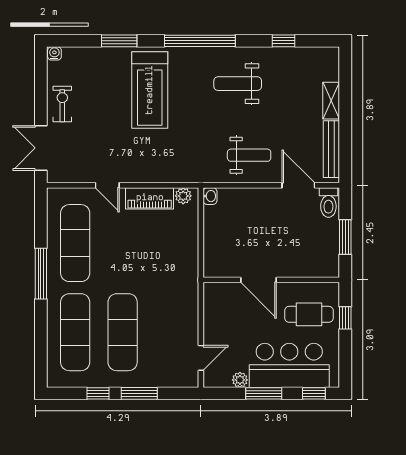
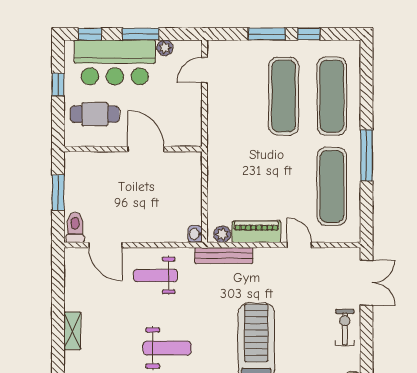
exercise bike: (62, 104) -> (345, 327), turned 180
bench: (331, 149) -> (224, 255), moved, turned 90
window: (345, 318) -> (58, 84), moved

